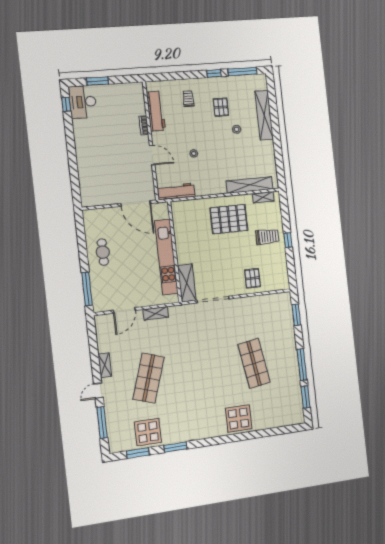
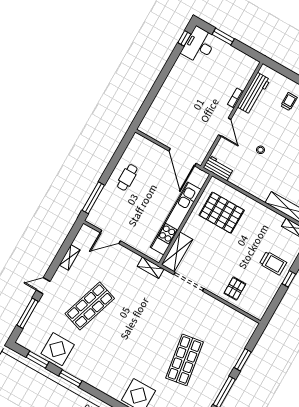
workbench: (176, 191) -> (218, 168), width x0.73
pallet: (229, 219) -> (222, 213), moved
shelving: (156, 313) -> (151, 268), moved
window: (296, 315) -> (243, 360), moved
shelving: (105, 365) -> (70, 257), moved

